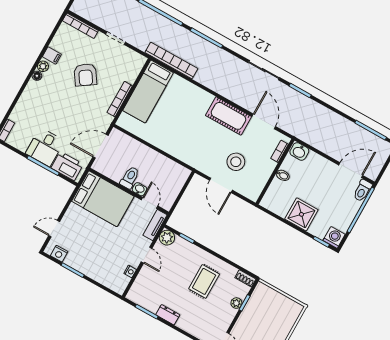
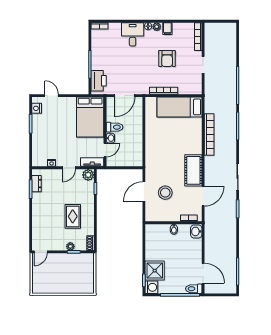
bookcase: (171, 60) -> (209, 135), moved
armchair: (85, 75) -> (167, 59), turned -56
door: (101, 146) -> (125, 96), swing flipped
desk: (45, 147) -> (133, 34), moved, turned 90
shower: (301, 214) -> (155, 271), moved
rug: (204, 281) -> (73, 216), turned 90
dresser: (168, 315) -> (37, 184), moved

